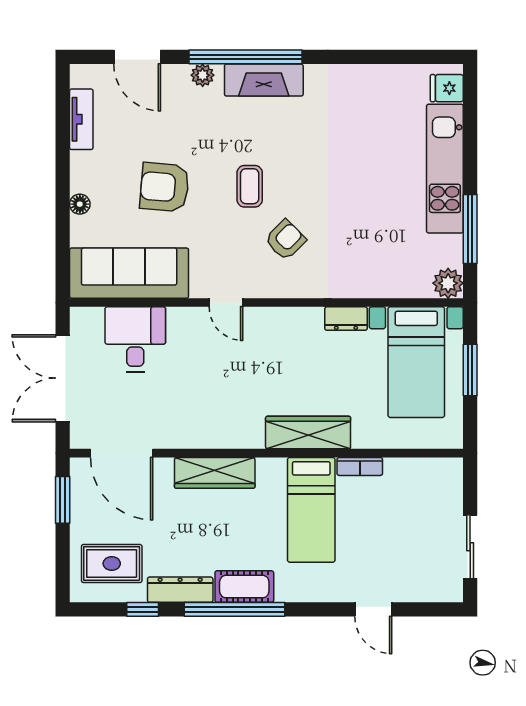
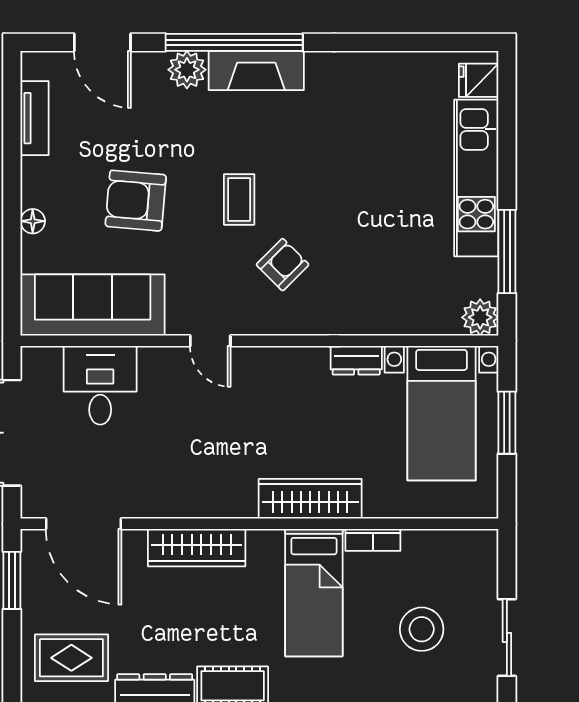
plant: (203, 75) -> (187, 70), width x1.38, depth x1.38
stool: (400, 540) -> (422, 629), added

